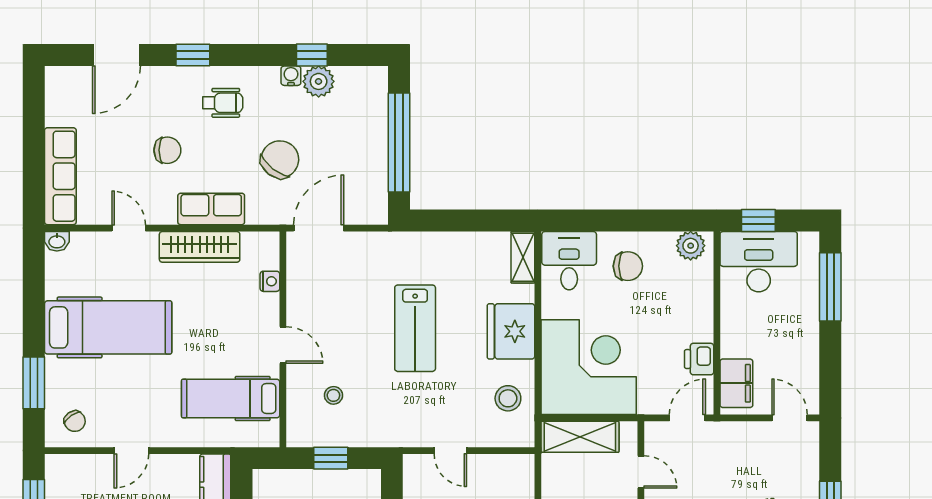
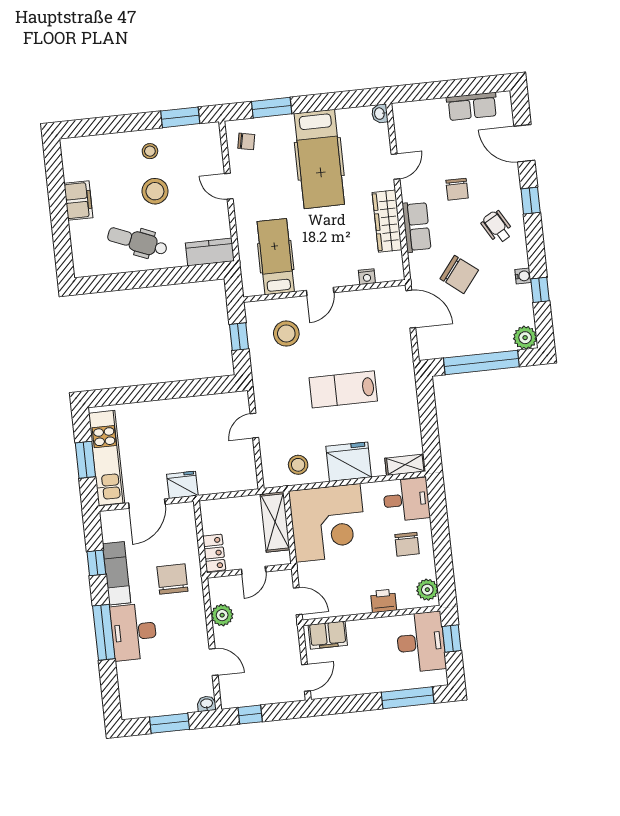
plant: (319, 81) -> (525, 338), moved
wheelchair: (223, 103) -> (497, 227), turned 150
row of seats: (60, 176) -> (472, 106), moved, width x0.68
printer: (699, 359) -> (384, 601), moved
stool: (333, 395) -> (286, 334), width x1.89, depth x1.89
chair: (75, 421) -> (246, 141), turned -135

